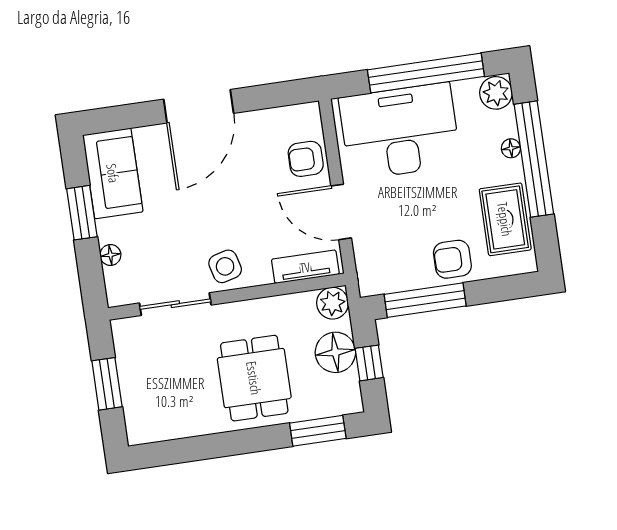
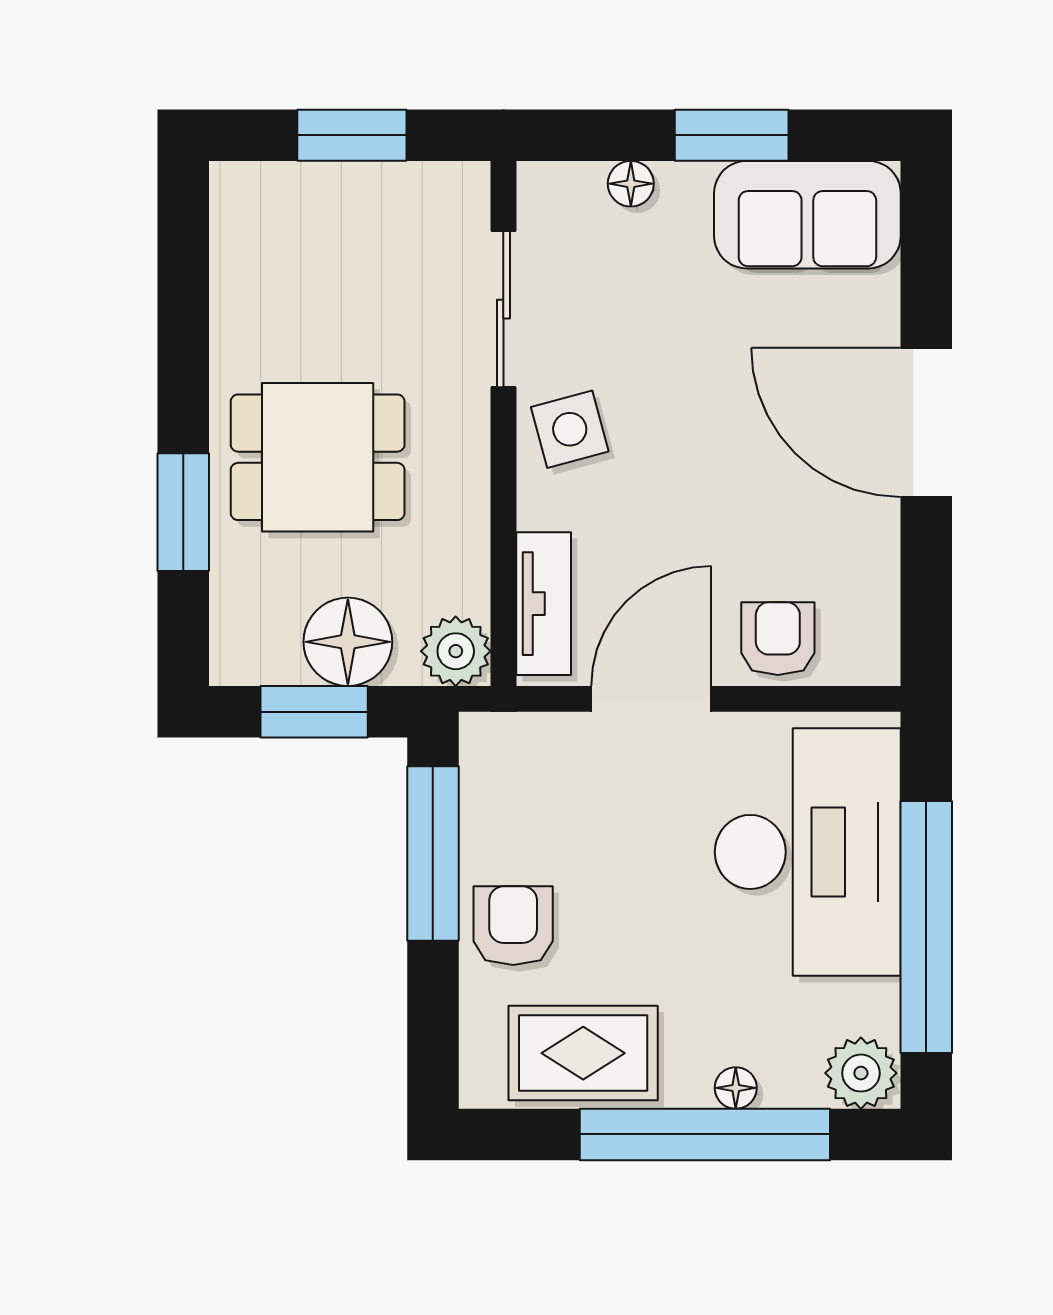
window: (369, 363) -> (314, 712), width x1.50
window: (318, 431) -> (183, 512), moved

